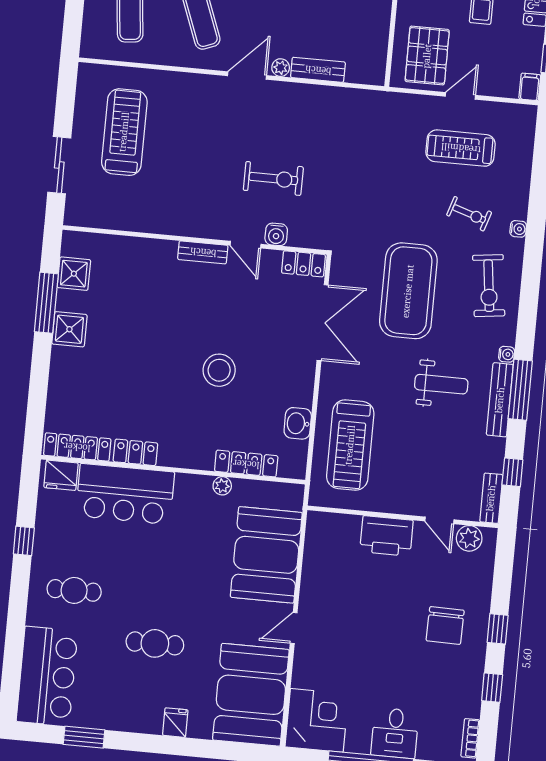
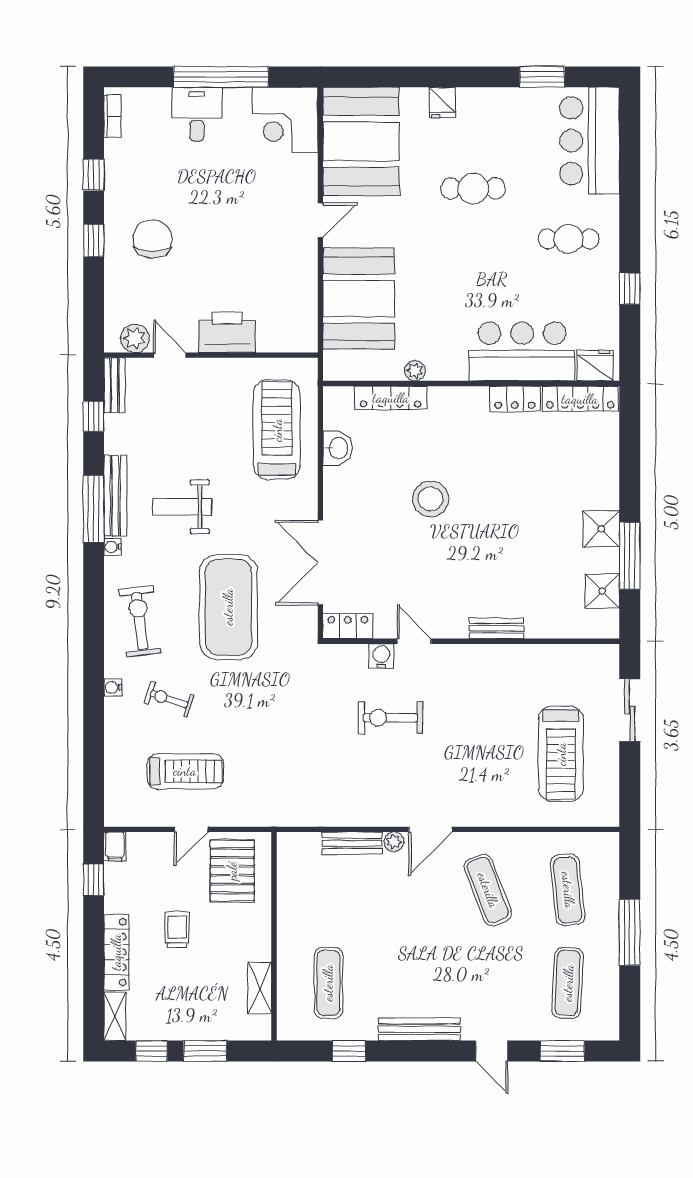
bench: (203, 252) -> (496, 628), moved

